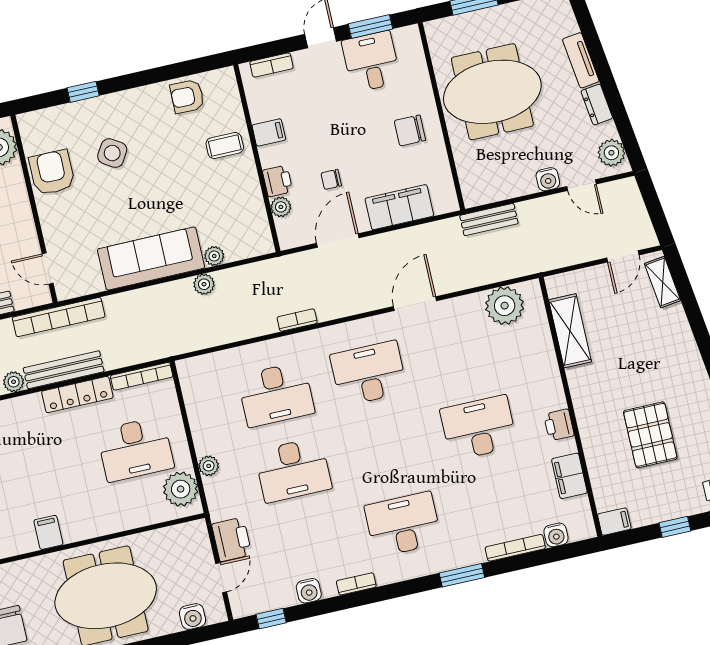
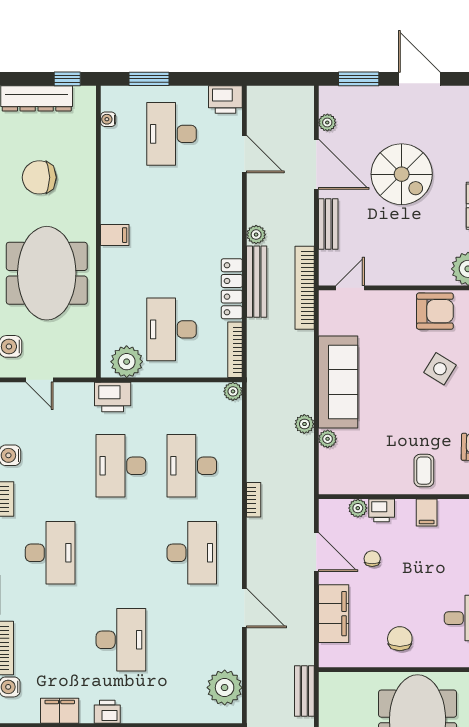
plant: (209, 466) -> (233, 391), moved
printer: (232, 539) -> (113, 397), moved

